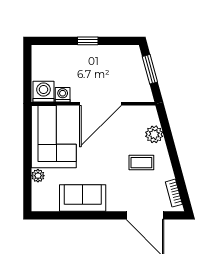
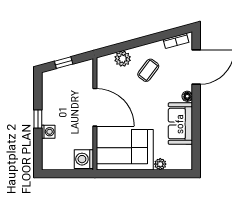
window: (150, 69) -> (64, 63), width x0.67
washing machine: (63, 95) -> (48, 132), moved, turned 180
coffee table: (141, 163) -> (148, 70), turned 37
floor lamp: (113, 206) -> (187, 96), added

